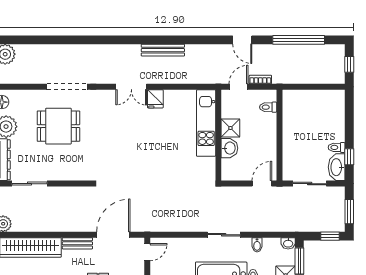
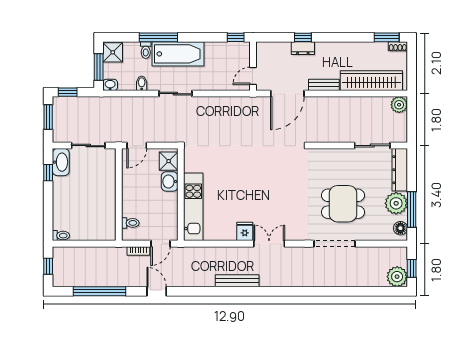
shower: (230, 128) -> (169, 161), moved
toilet: (337, 147) -> (61, 236), moved

